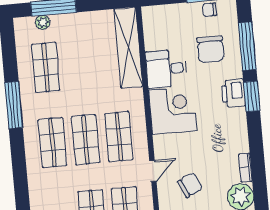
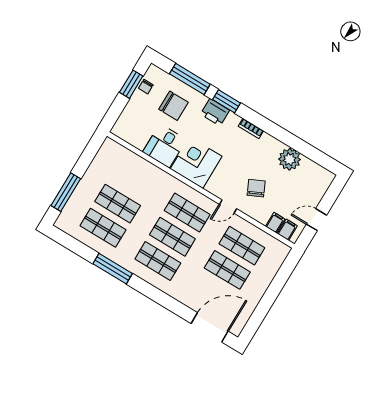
plant: (43, 22) -> (71, 207), removed
shelving: (128, 48) -> (131, 161), removed
shop shelf: (79, 64) -> (118, 204), added
bookcase: (245, 168) -> (251, 129), moved
door: (153, 171) -> (228, 206), swing flipped

